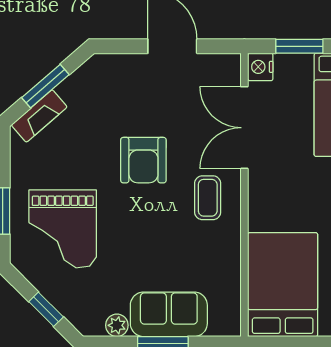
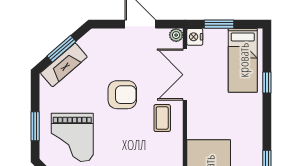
plant: (230, 64) -> (176, 35), added
fireplace: (39, 116) -> (64, 65), width x1.37, depth x1.32
armchair: (143, 160) -> (122, 95), turned -90

